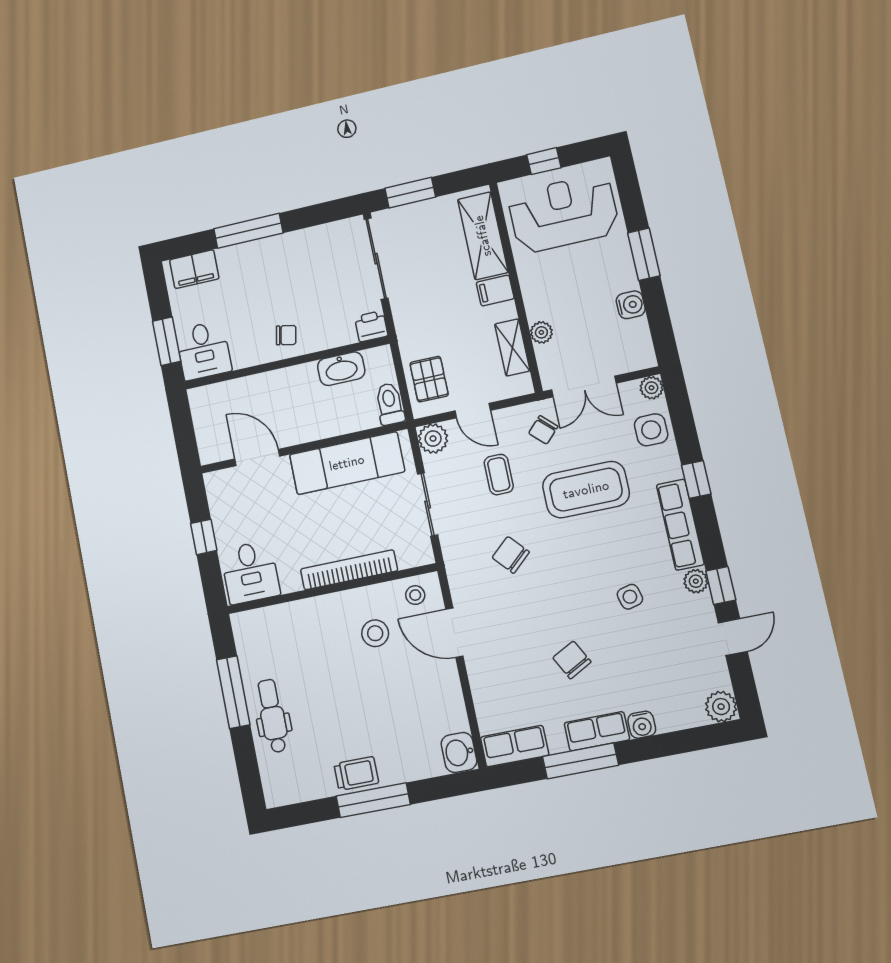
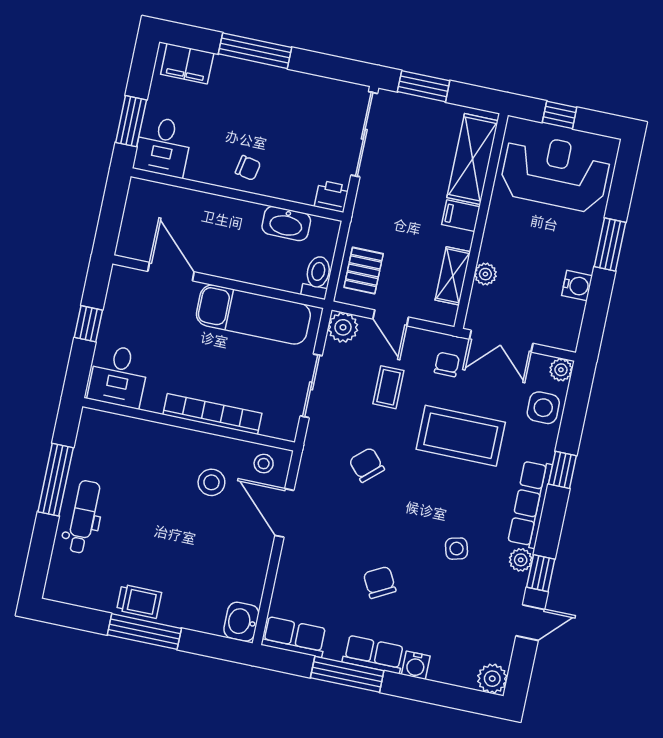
chair: (543, 430) -> (447, 364), turned 136

